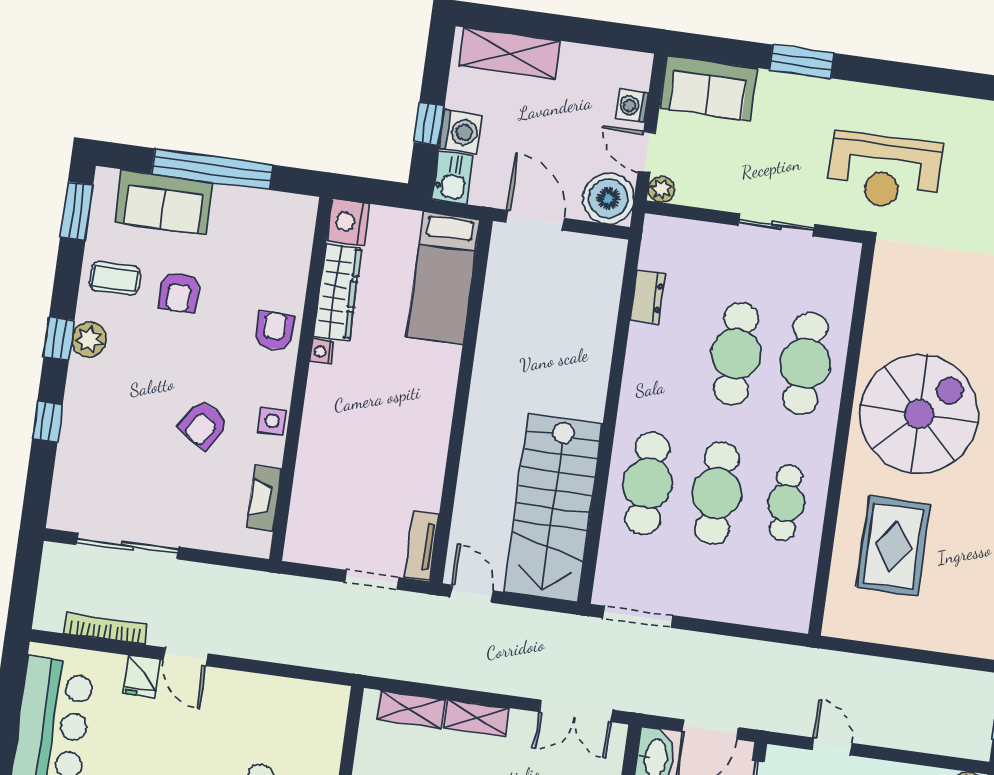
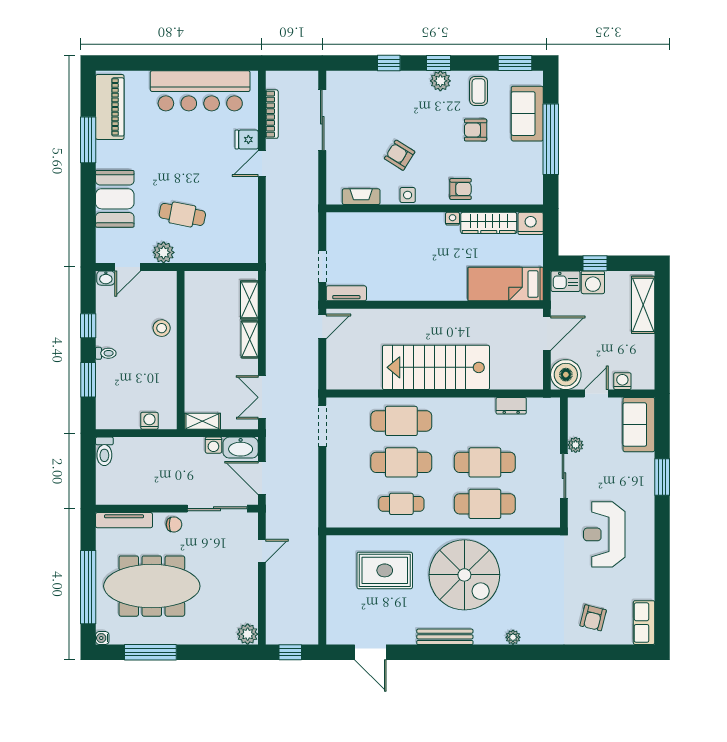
plant: (661, 189) -> (576, 445), moved
stairs: (553, 508) -> (436, 367), moved

